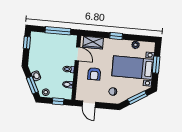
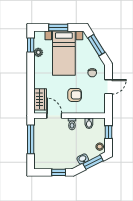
window: (116, 36) -> (31, 45), moved
window: (27, 43) -> (59, 172), moved
door: (77, 54) -> (54, 116), hinge flipped
door: (89, 104) -> (109, 87), moved

